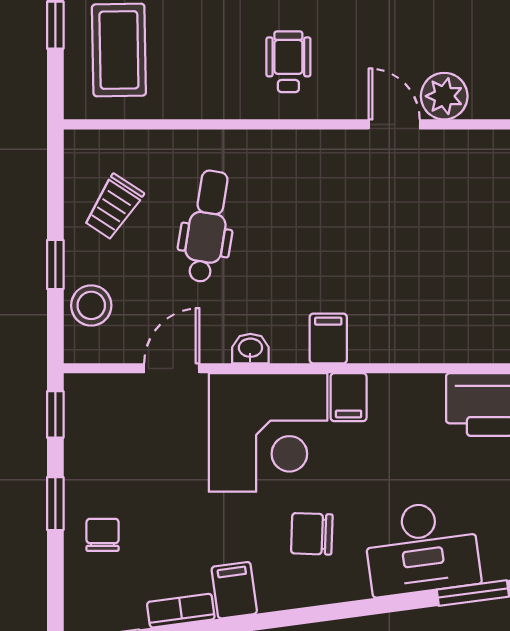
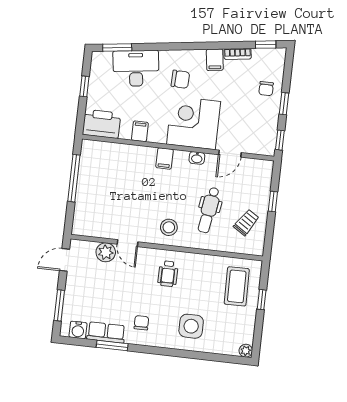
stool: (91, 305) -> (169, 227), moved
filing cabinet: (349, 397) -> (140, 131), moved

